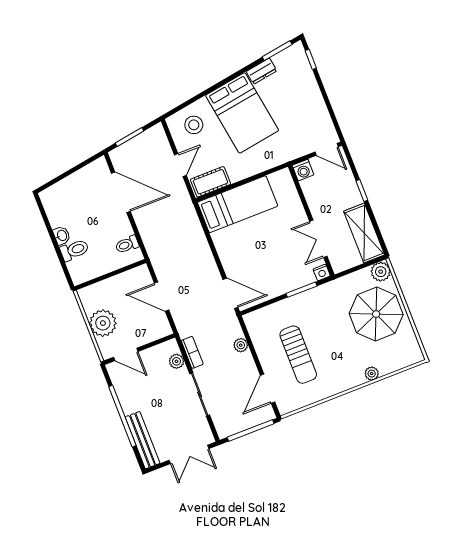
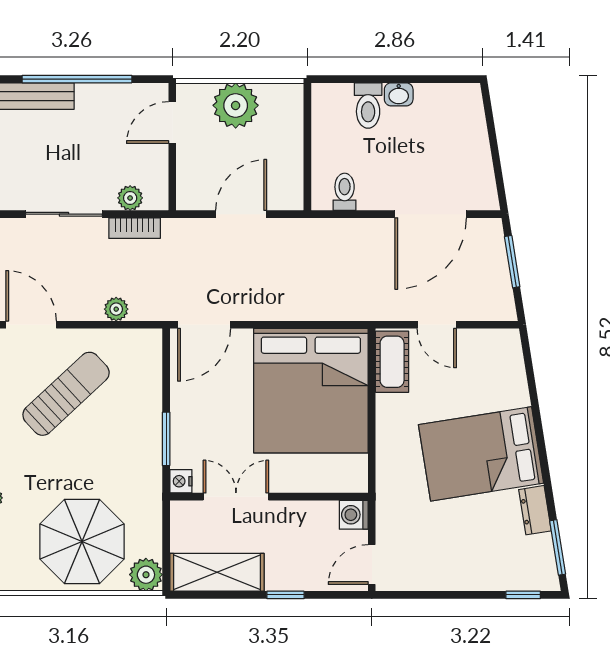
stool: (194, 125) -> (492, 370), removed
bed: (238, 204) -> (311, 391), width x2.04
sun lounger: (298, 355) -> (66, 394), turned 137

